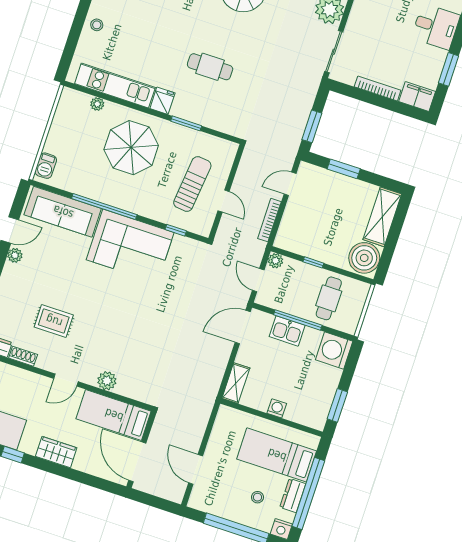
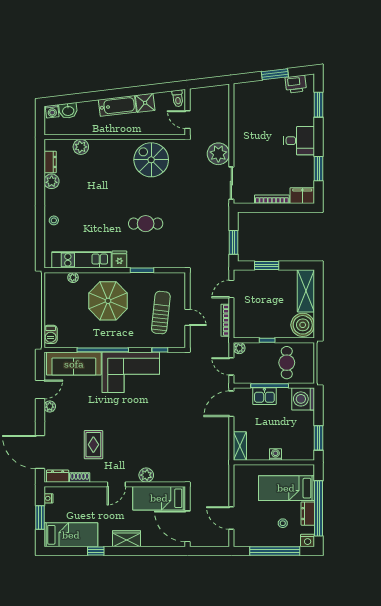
rug: (54, 321) -> (93, 445), turned 90

